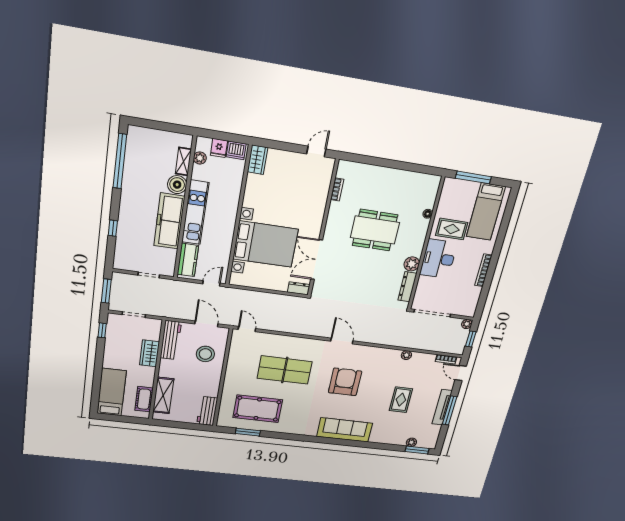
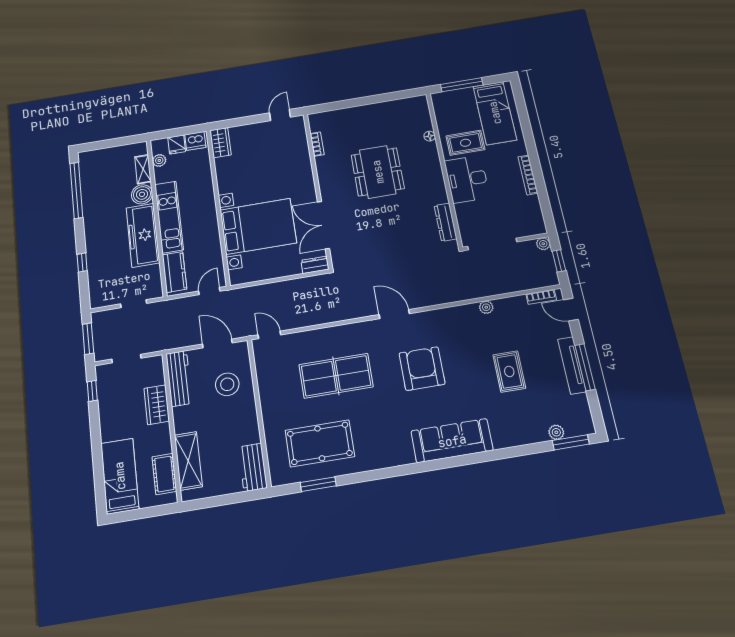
dining table: (375, 230) -> (378, 172), turned 90
plant: (412, 264) -> (438, 195), removed

